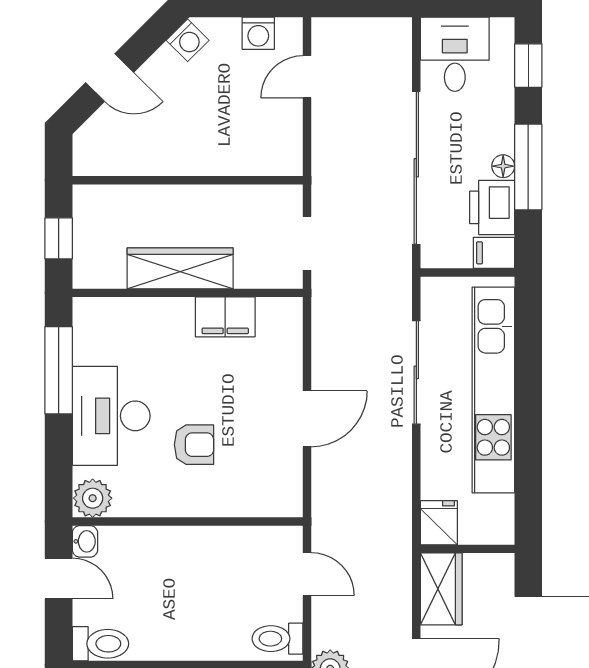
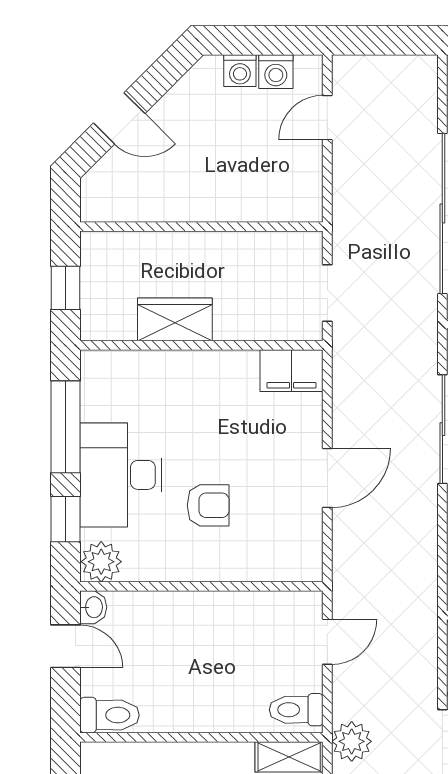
washing machine: (188, 40) -> (240, 71), moved, turned 45
wardrobe: (180, 268) -> (175, 319), width x0.67
filing cabinet: (225, 317) -> (291, 371), moved
window: (59, 458) -> (65, 519), added
door: (307, 574) -> (327, 642), hinge flipped

